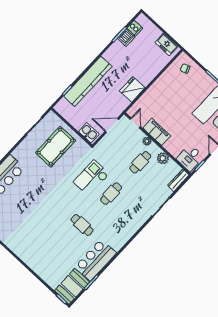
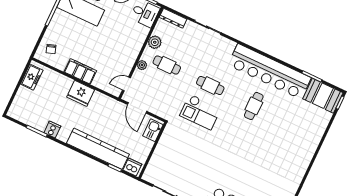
cooker: (135, 28) -> (52, 130), moved
dishwasher: (126, 38) -> (132, 167), moved
fridge: (132, 89) -> (81, 93), moved
filing cabinet: (157, 132) -> (80, 71), moved, turned 90
pool table: (55, 147) -> (179, 161), removed
bar counter: (96, 260) -> (269, 71), width x1.86

